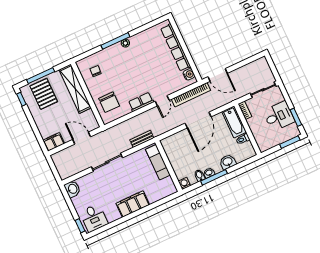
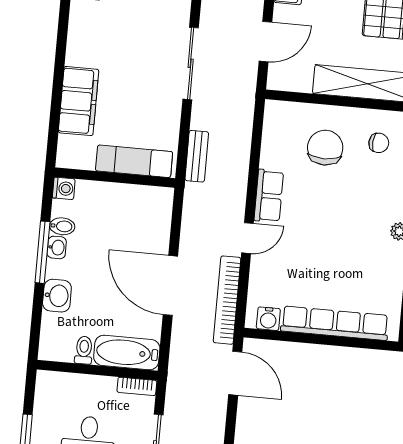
door: (218, 75) -> (235, 373), swing flipped
door: (162, 101) -> (248, 238), swing flipped
chair: (109, 102) -> (325, 148), moved, turned 90
filing cabinet: (133, 204) -> (78, 101), moved

